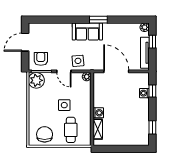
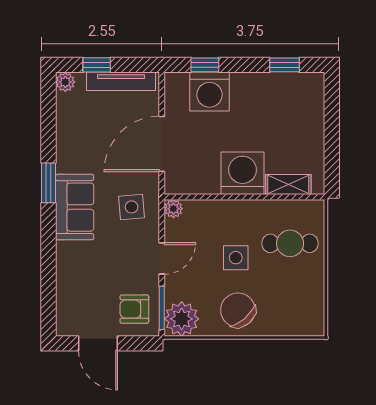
side table: (78, 61) -> (132, 207), moved
washing machine: (144, 93) -> (210, 92), width x1.89, depth x1.89
washing machine: (98, 113) -> (242, 173), width x1.89, depth x1.89
chair: (45, 134) -> (238, 310), moved, turned 49

